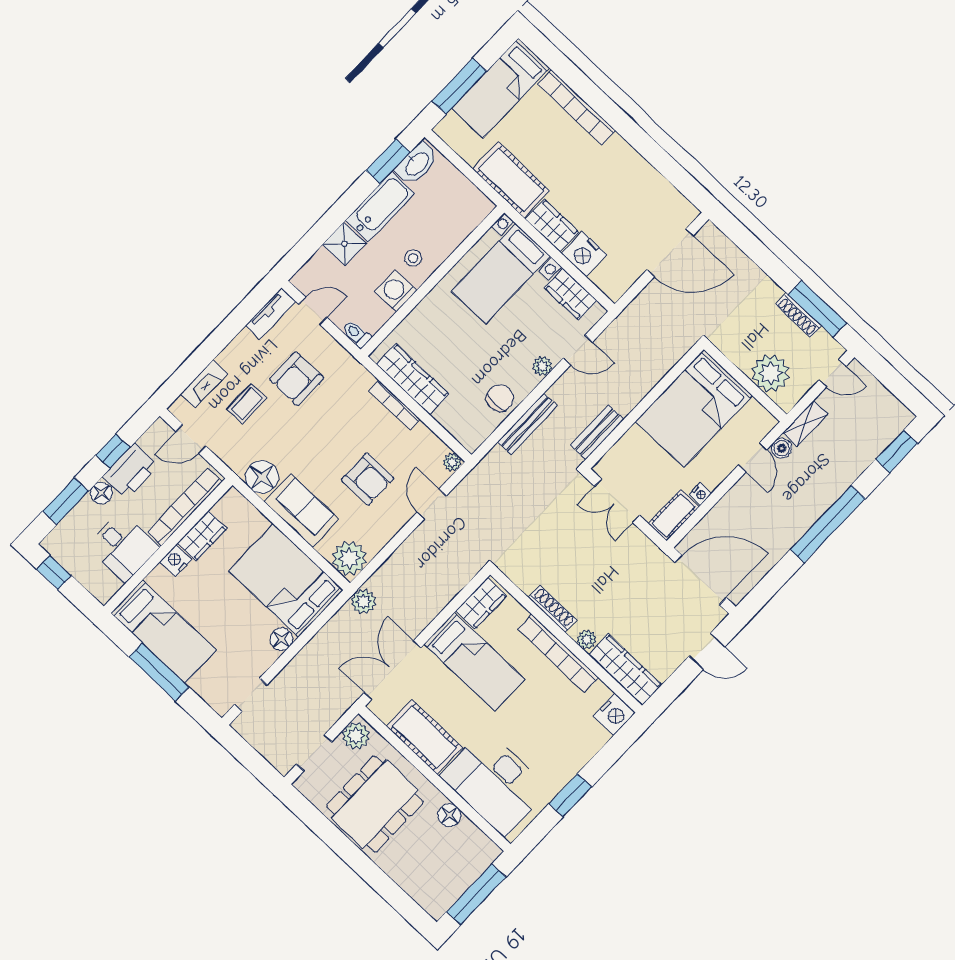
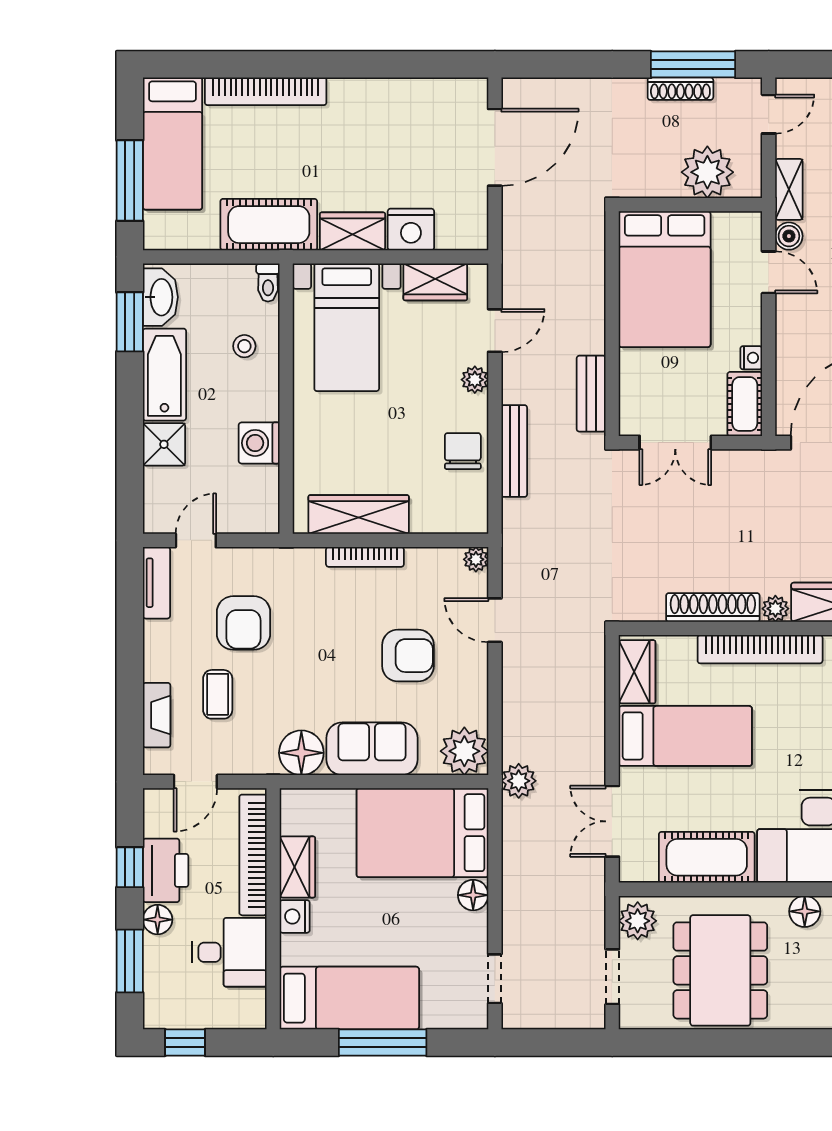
stool: (413, 258) -> (244, 346), moved
toilet: (357, 334) -> (268, 282), moved, turned -90
shoe rack: (553, 609) -> (713, 608), width x1.36, depth x1.24
double door: (393, 670) -> (612, 821), width x0.73

